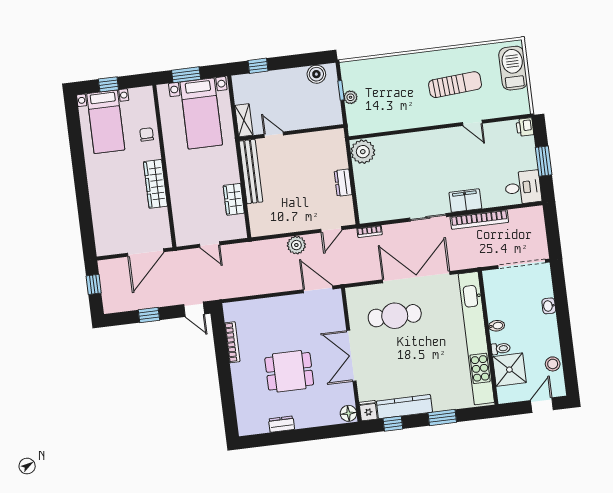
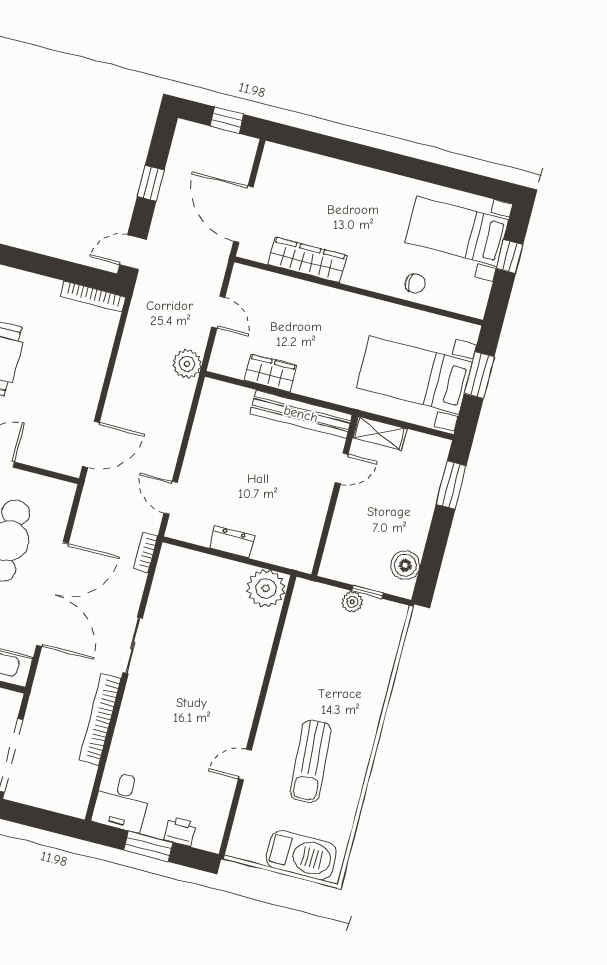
window: (258, 66) -> (451, 485), width x1.50
printer: (525, 127) -> (180, 831), moved
wardrobe: (155, 184) -> (307, 260), moved
filing cabinet: (465, 201) -> (136, 710), removed
door: (210, 245) -> (218, 312), swing flipped
plant: (296, 245) -> (187, 364), moved
bookcase: (232, 342) -> (93, 297), moved

